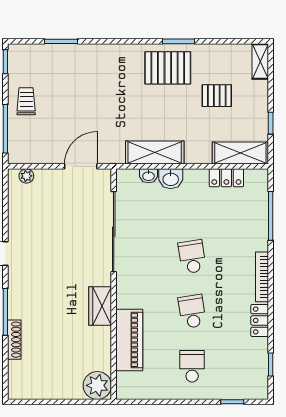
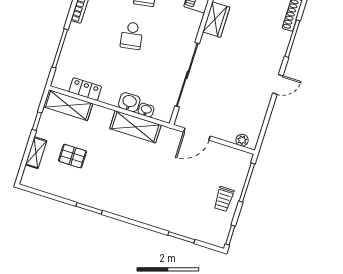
shelving: (260, 62) -> (36, 153), moved
pallet: (168, 68) -> (104, 190), removed

